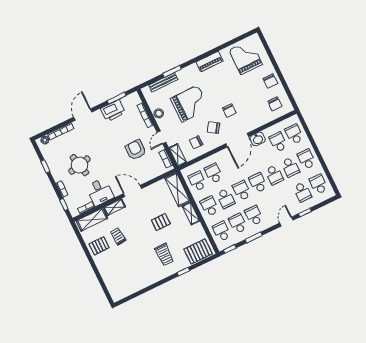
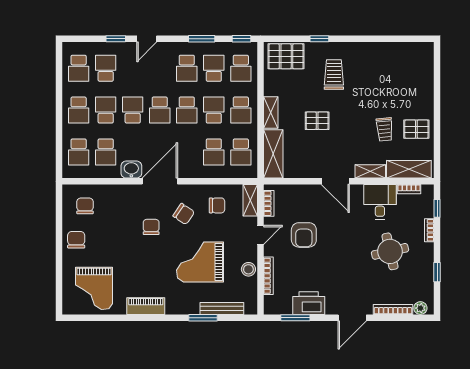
school desk: (238, 223) -> (214, 68), turned 180

